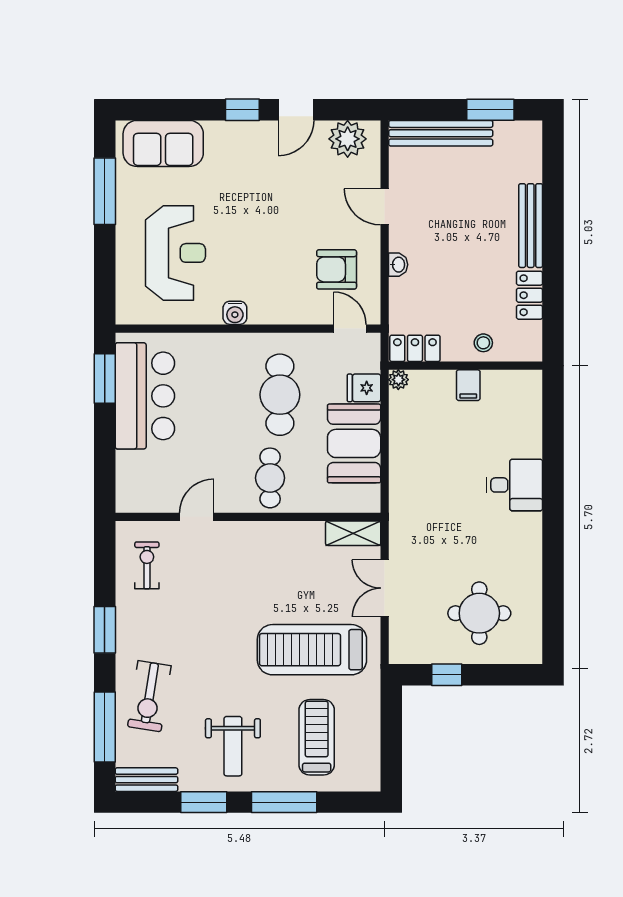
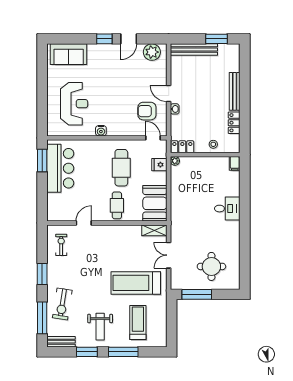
window: (105, 191) -> (42, 76), removed
door: (385, 207) -> (169, 93), moved
filing cabinet: (468, 385) -> (235, 163), moved
booth: (354, 443) -> (155, 203), moved
window: (447, 675) -> (197, 294), width x2.17

